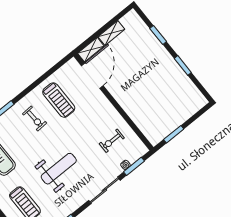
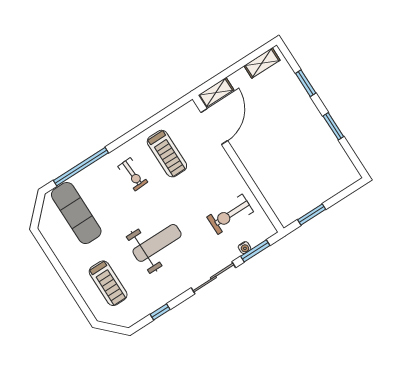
shelving: (111, 33) -> (262, 63), moved
exercise bike: (112, 141) -> (230, 214), width x1.38, depth x1.39

